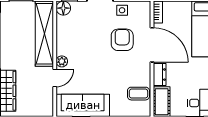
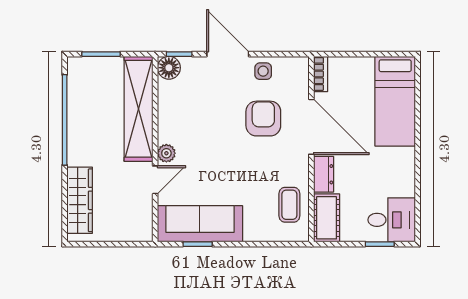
coffee table: (138, 94) -> (289, 205), turned 90

